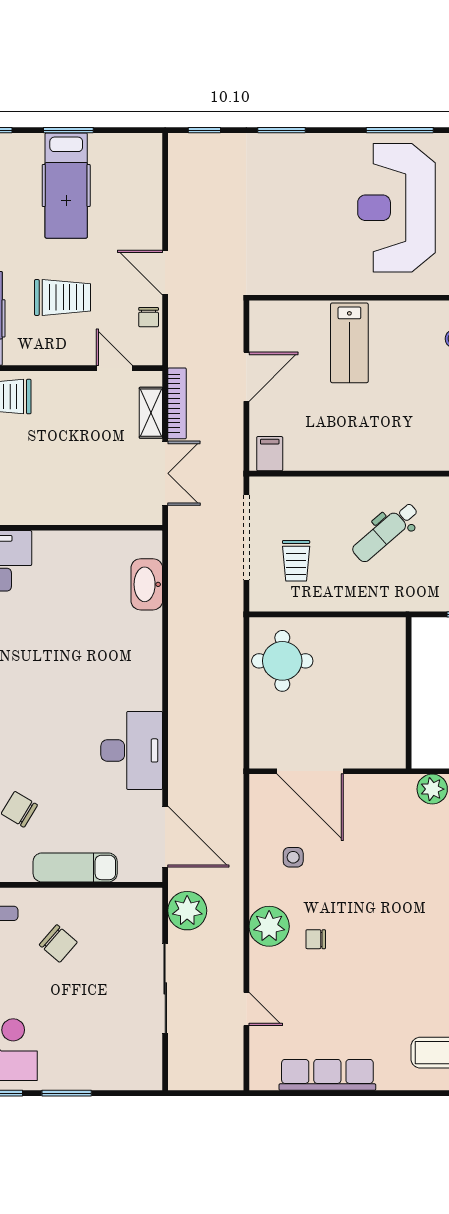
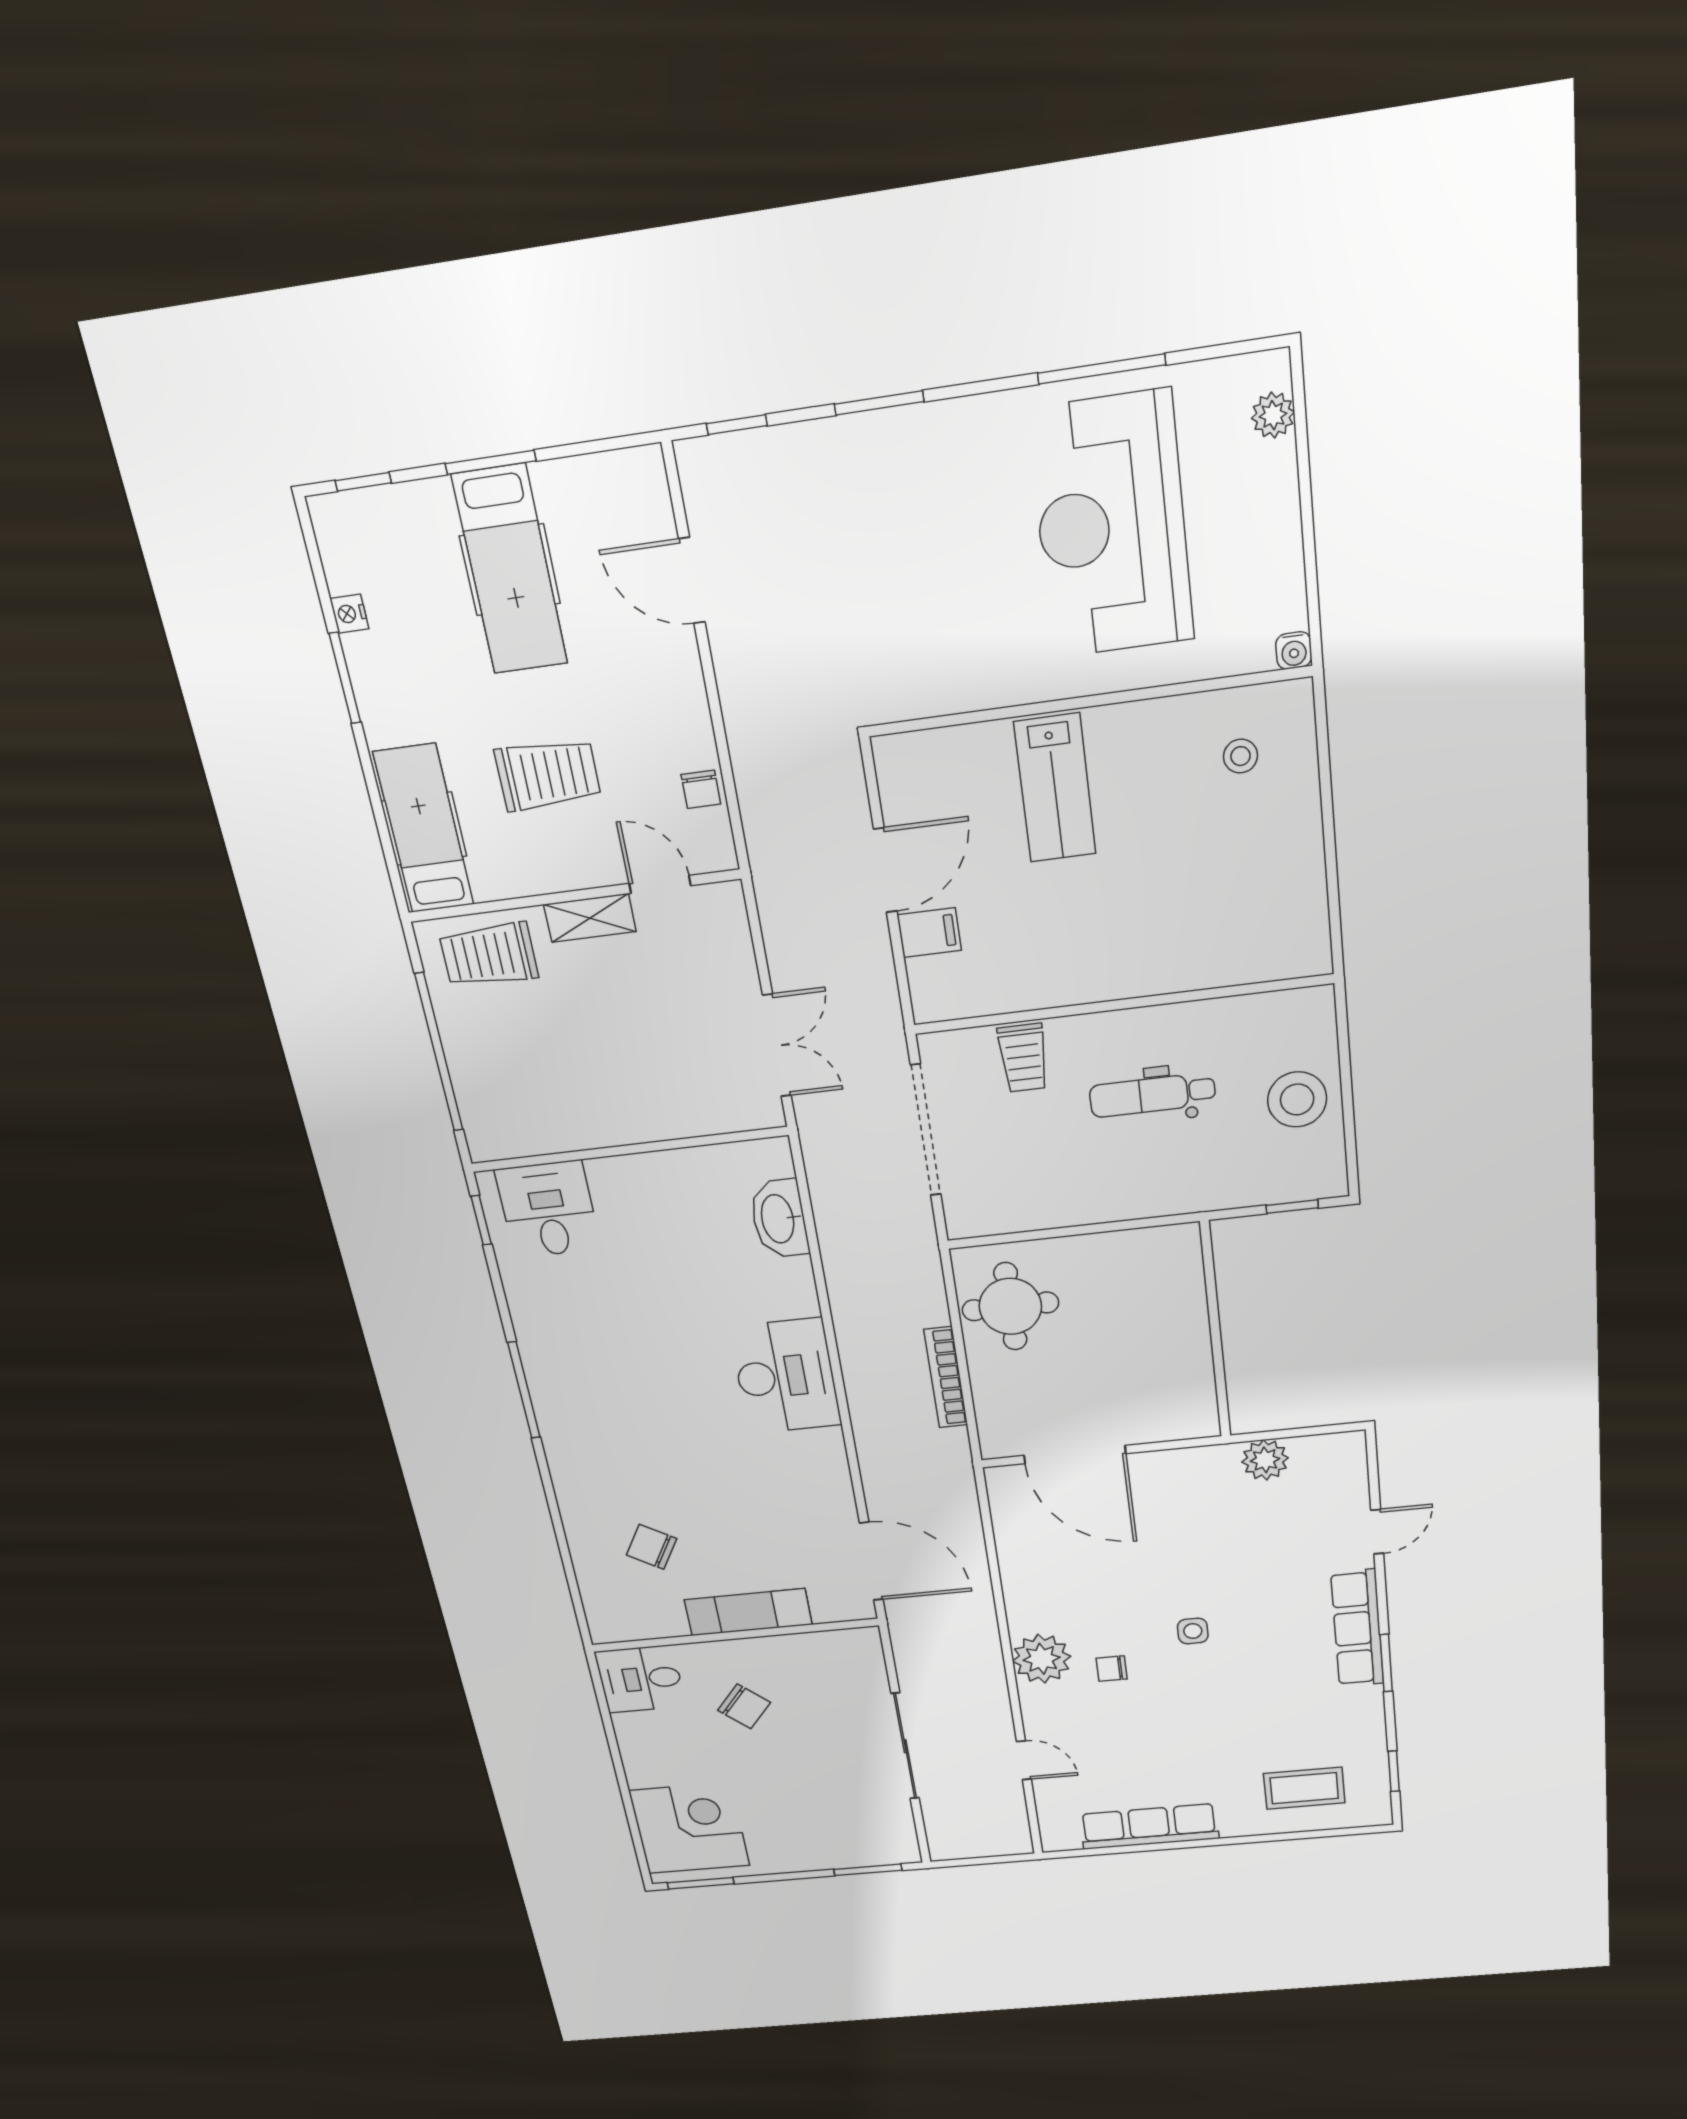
door: (165, 273) -> (692, 581), moved
bookcase: (177, 403) -> (946, 1377), moved, turned 180
shelving: (151, 413) -> (590, 918), moved, turned 90
filing cabinet: (270, 454) -> (929, 933), moved, turned 90
dental chair: (385, 532) -> (1152, 1095), turned 41
trolley: (296, 561) -> (1023, 1058), moved
desk: (132, 750) -> (785, 1376), moved
side table: (293, 857) -> (1193, 1631), moved
plant: (187, 911) -> (920, 1650), removed
window: (67, 1093) -> (868, 1870), moved

